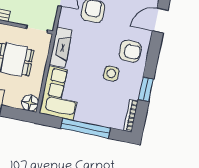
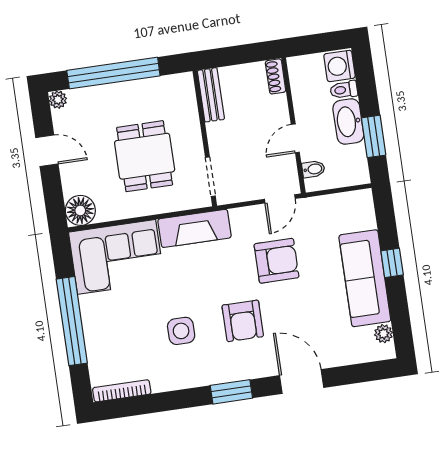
armchair: (130, 51) -> (243, 321), moved
window: (146, 89) -> (231, 392), moved

